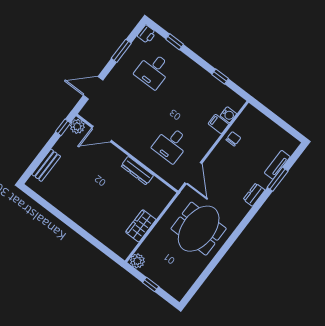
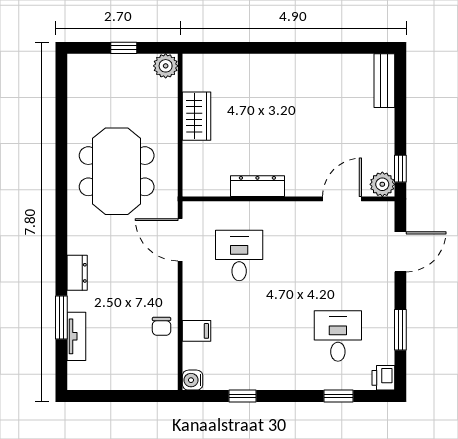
water cooler: (228, 115) -> (193, 380), moved
bench: (46, 165) -> (384, 81), moved

